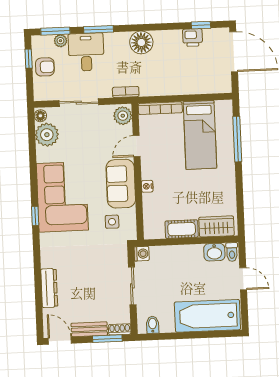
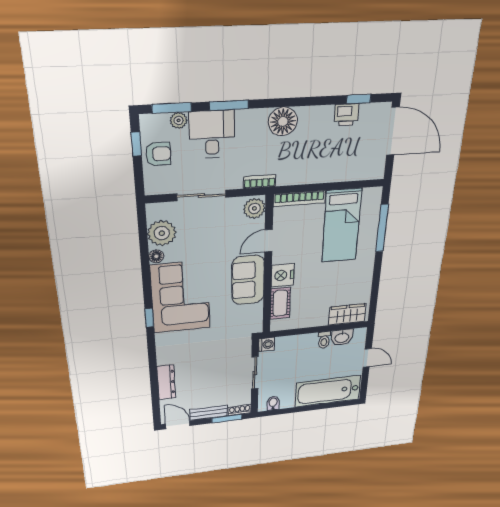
floor lamp: (40, 116) -> (156, 256), moved
nightstand: (147, 186) -> (283, 275), width x1.89, depth x1.79
side table: (112, 222) -> (236, 317), removed
cot: (182, 229) -> (280, 303), moved, turned 90
toilet: (232, 252) -> (324, 340), moved

